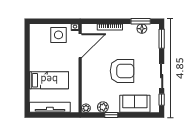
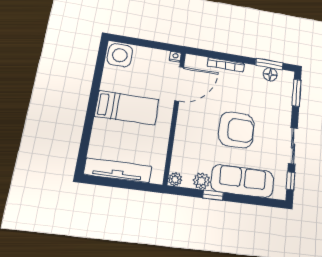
side table: (59, 35) -> (120, 55), moved
bed: (49, 80) -> (127, 108), moved
sofa: (135, 104) -> (242, 181), width x1.36

